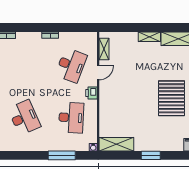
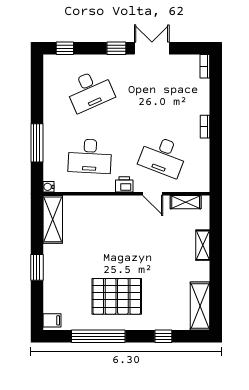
shelving: (149, 37) -> (203, 245), moved

